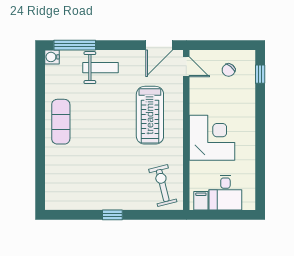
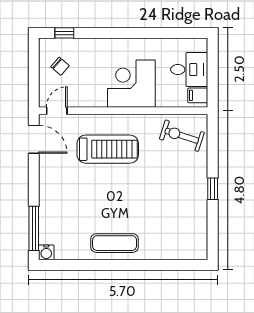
weight bench: (100, 68) -> (57, 201), removed
exercise bike: (163, 186) -> (182, 136), turned 32

